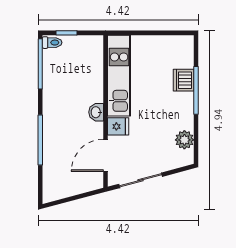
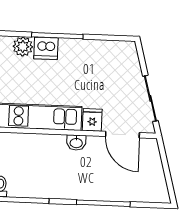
plant: (184, 140) -> (23, 47), moved

